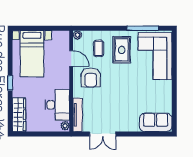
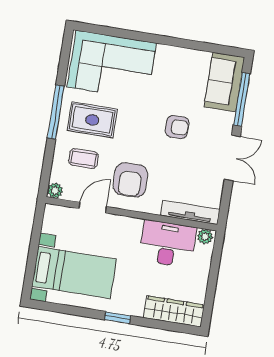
window: (143, 28) -> (56, 112), moved
armchair: (91, 77) -> (130, 180), turned 90
armchair: (125, 99) -> (177, 127), added
double door: (103, 134) -> (232, 158), moved
window: (147, 134) -> (242, 99), added

